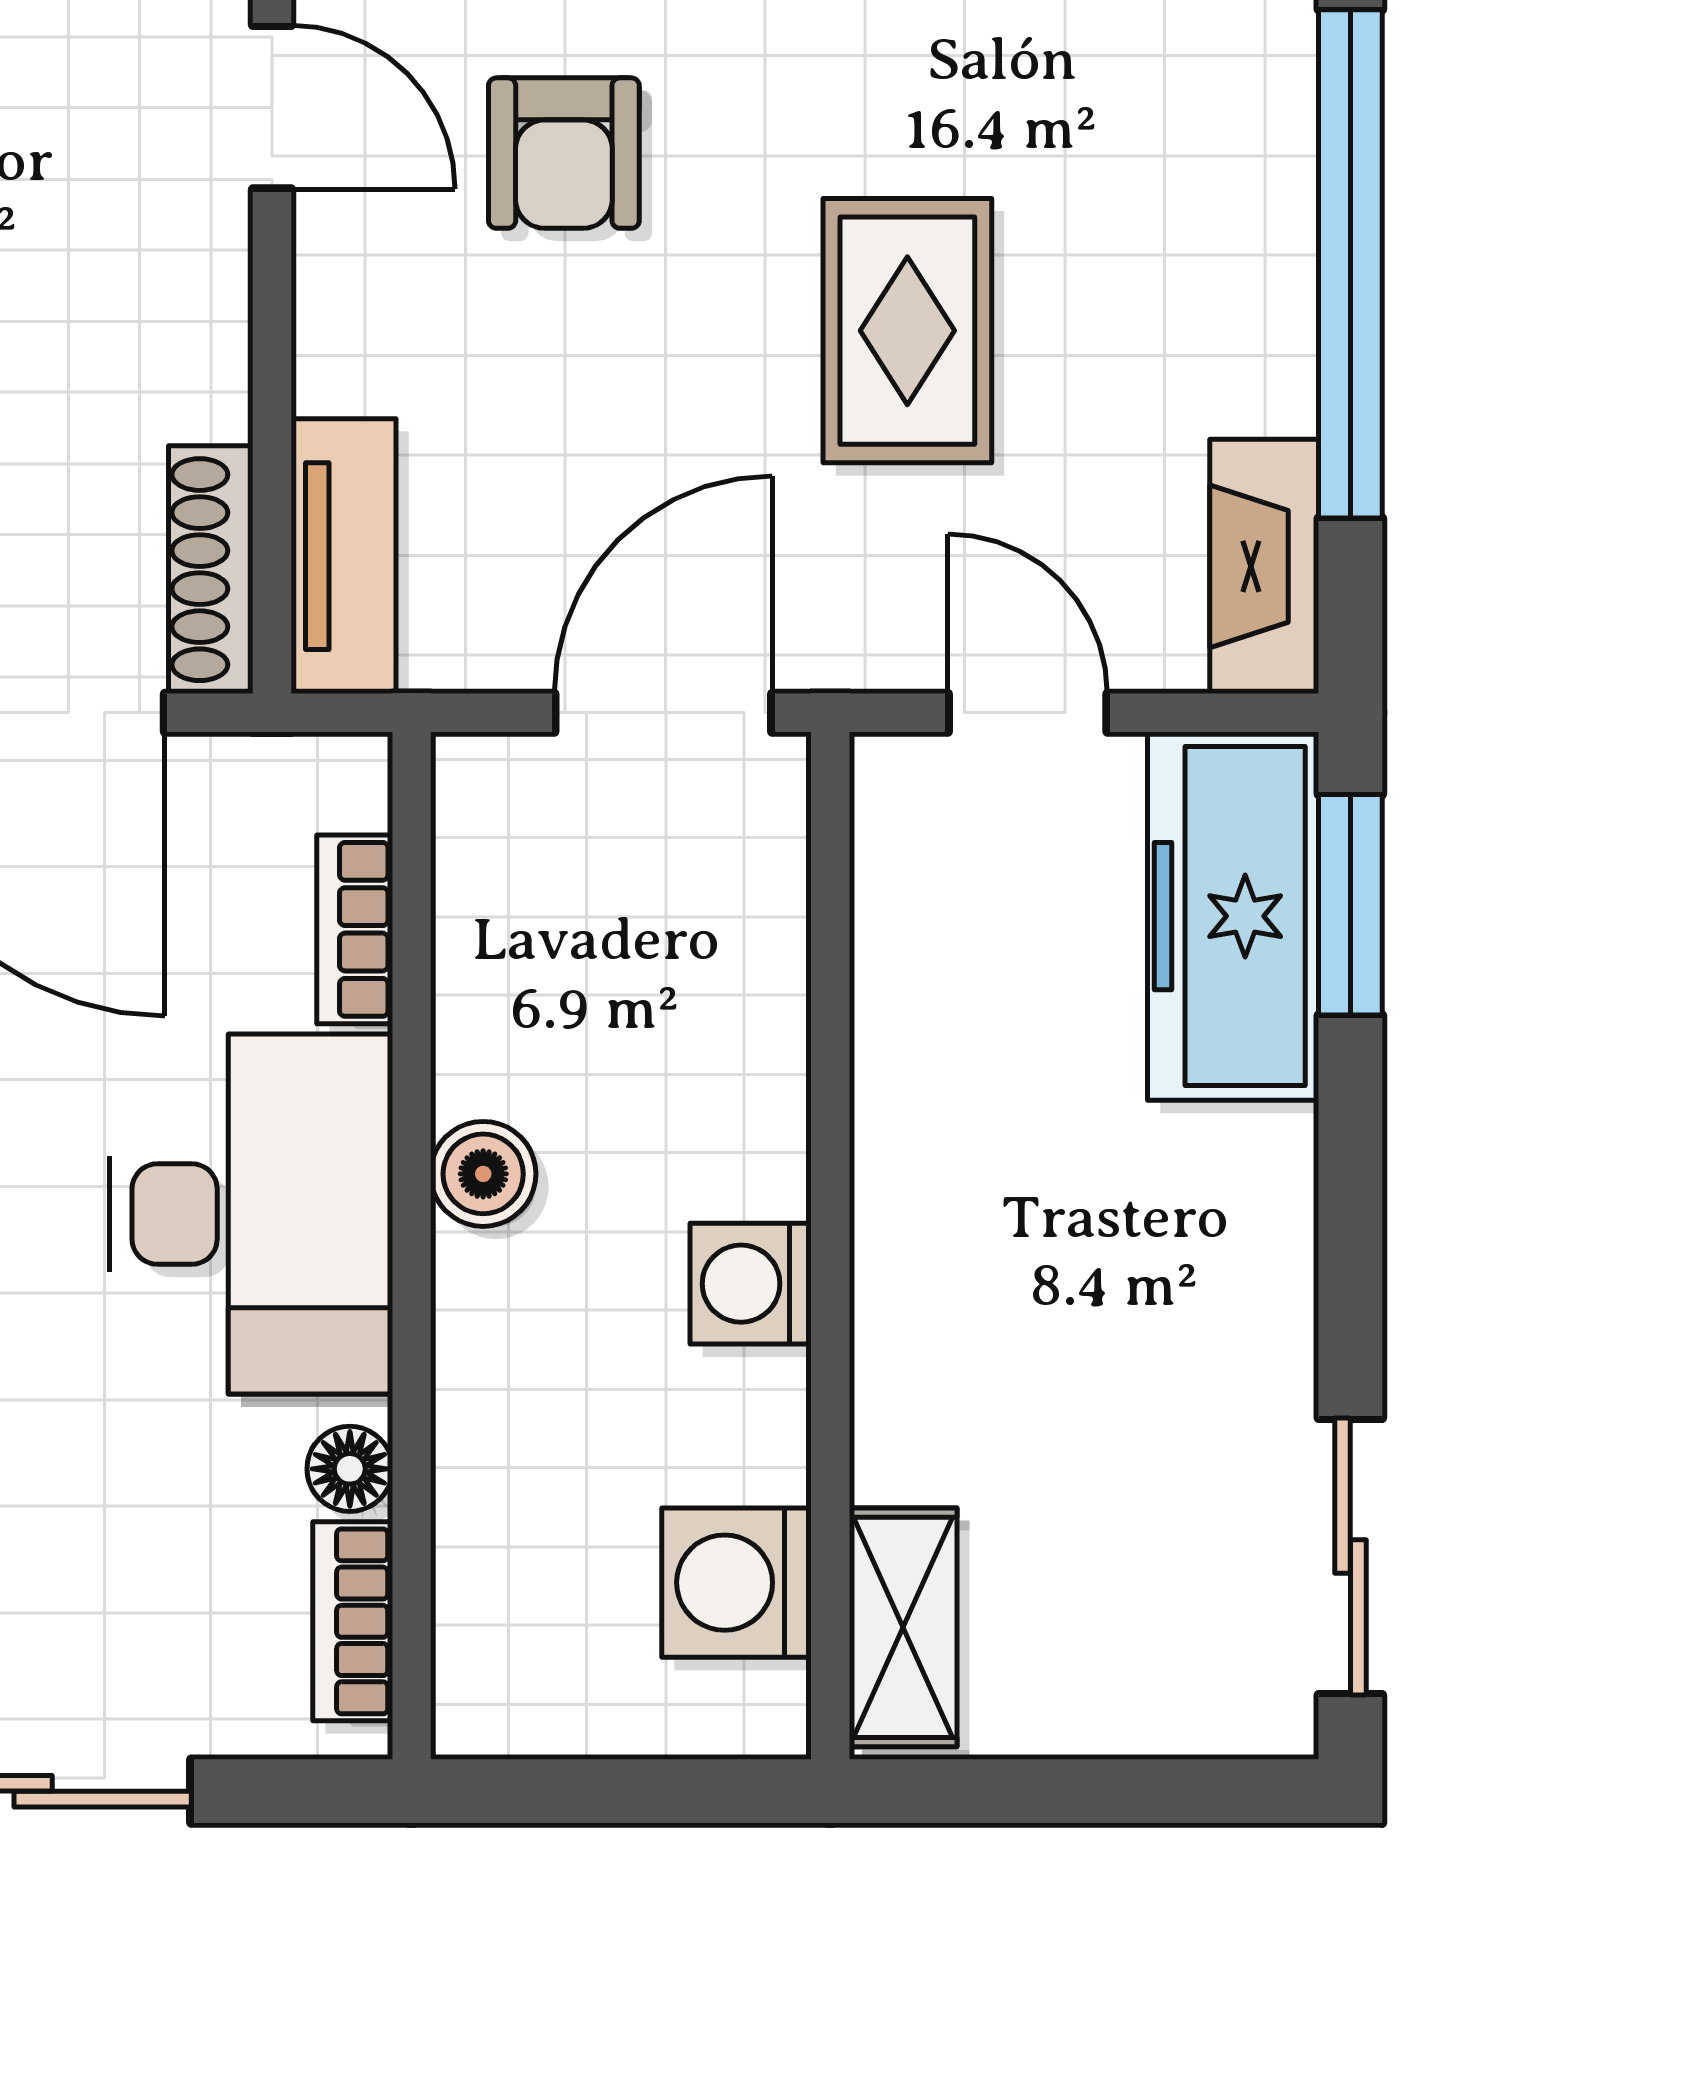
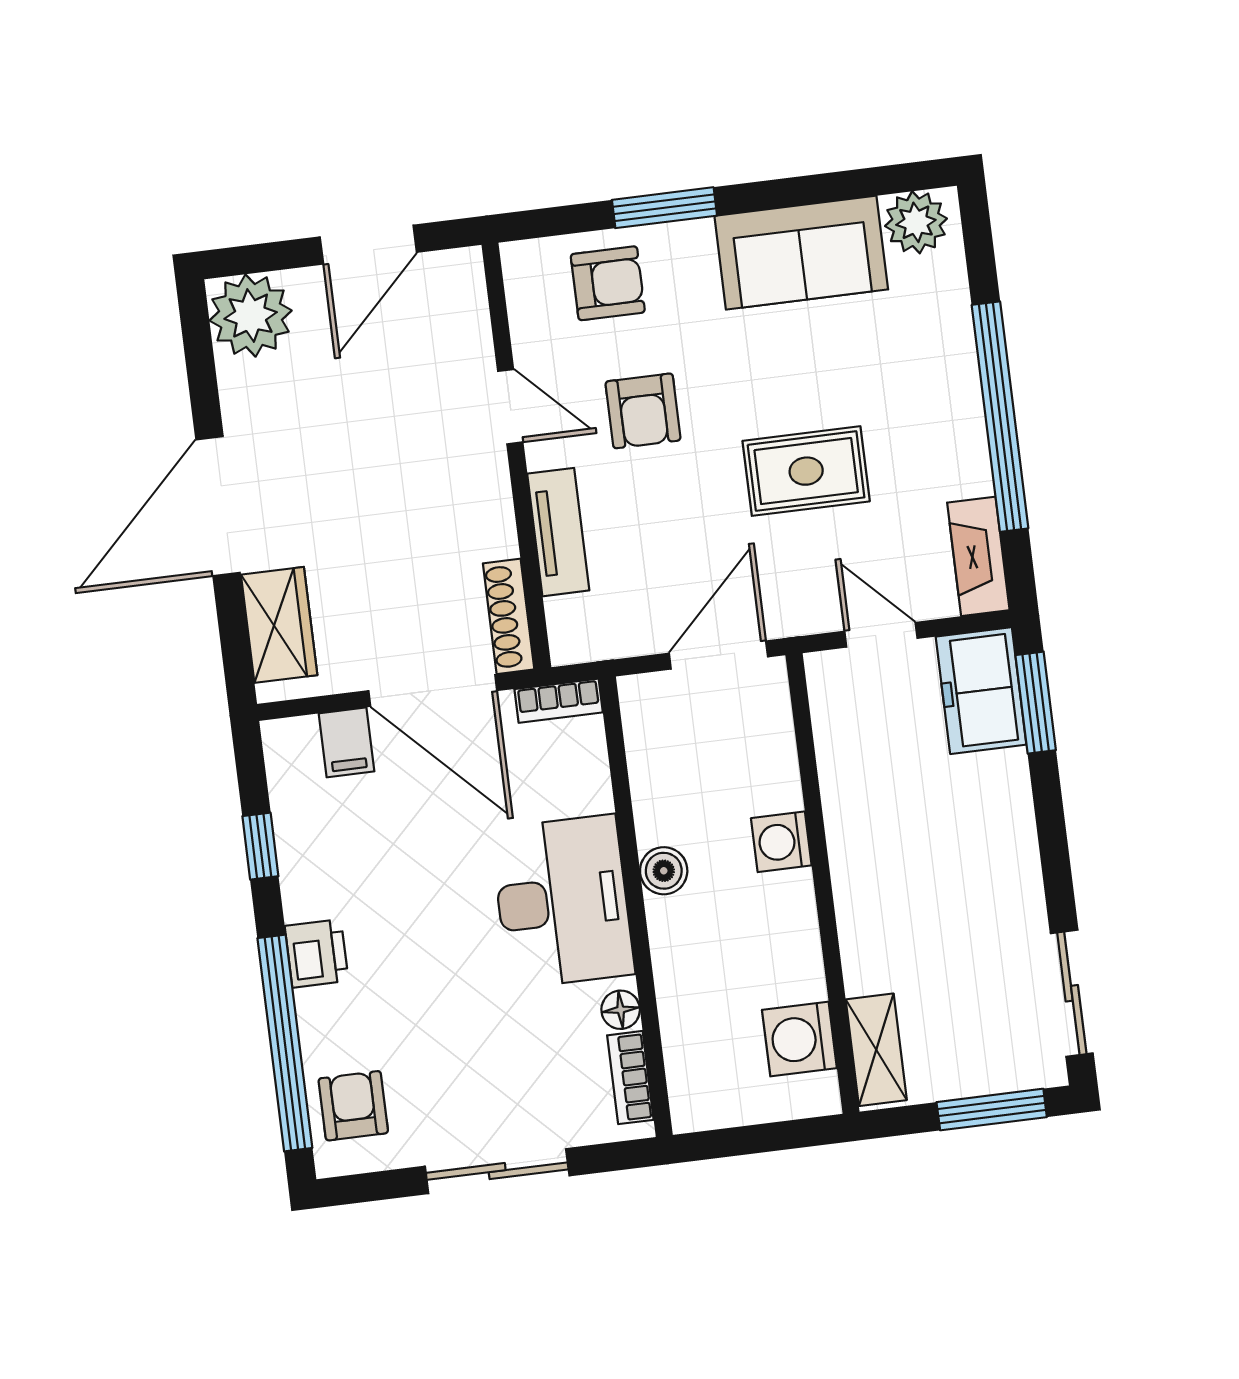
rug: (907, 331) -> (806, 471), turned 90
tv unit: (343, 556) -> (558, 532), moved
freezer: (1233, 916) -> (981, 691), width x0.71
bookcase: (355, 929) -> (559, 701), moved, turned -90
washing machine: (751, 1284) -> (781, 842), moved
window: (1141, 1791) -> (992, 1110), added

